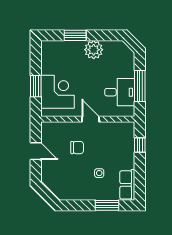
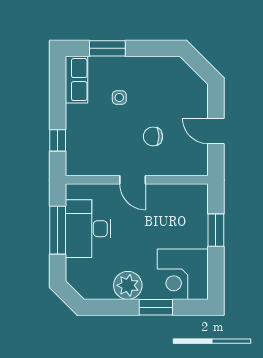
corner desk: (57, 92) -> (183, 274), moved
desk: (120, 92) -> (88, 229), width x1.37

